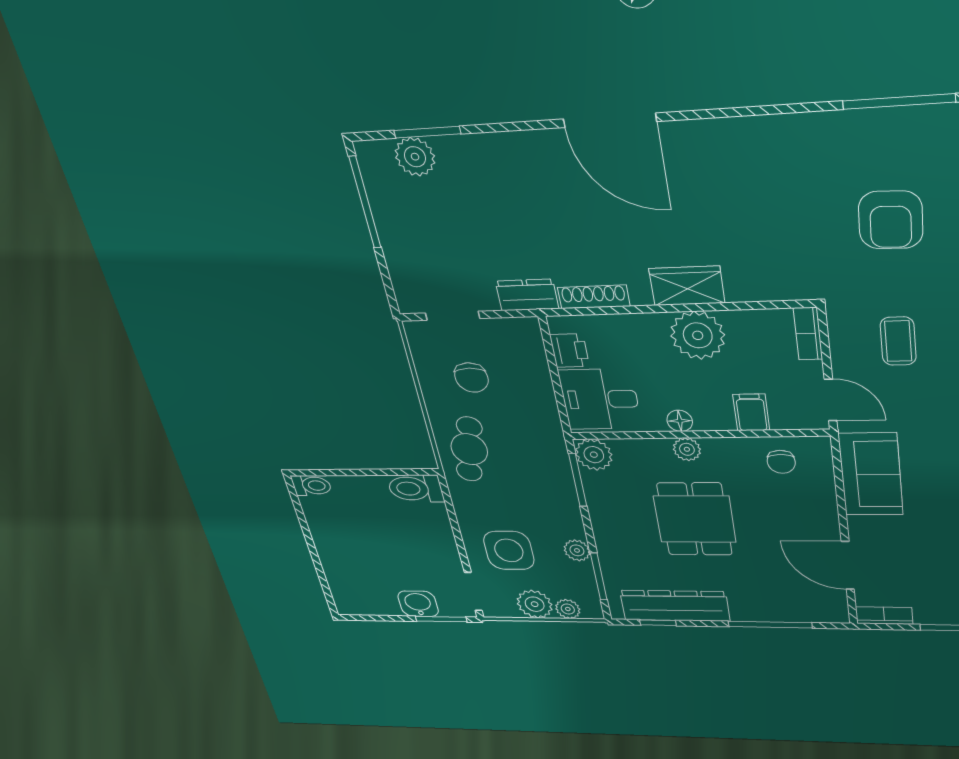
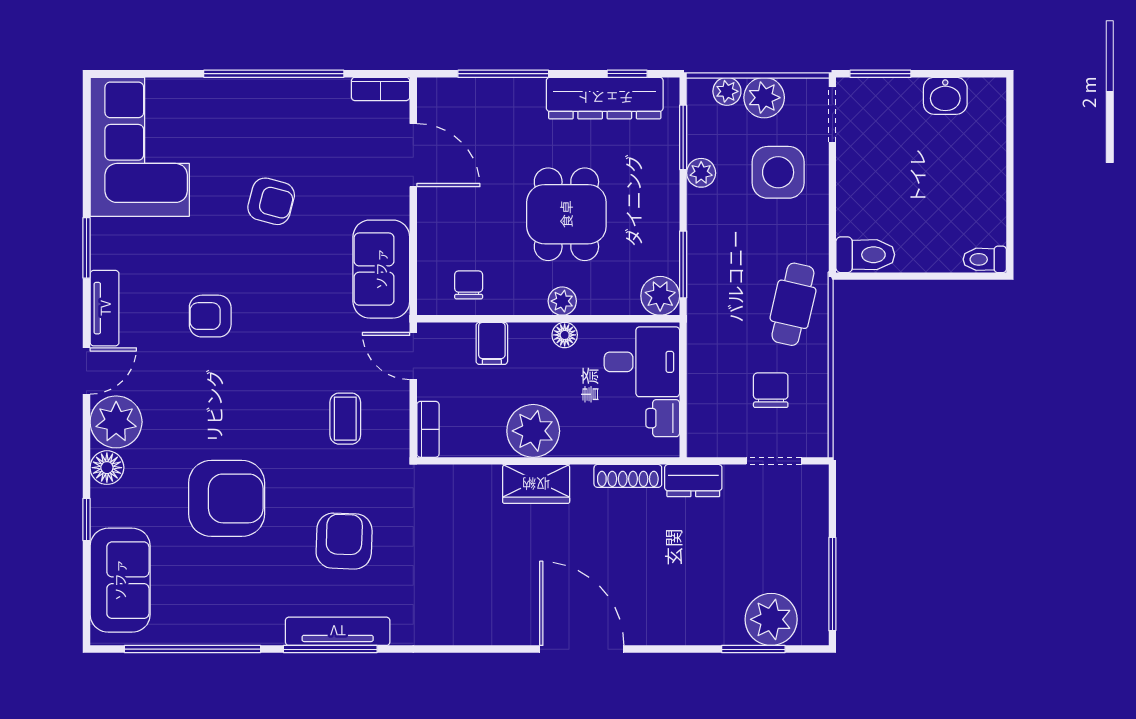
tv unit: (891, 122) -> (338, 631), added
plant: (415, 157) -> (771, 619), width x1.36, depth x1.36
washbasin: (418, 604) -> (945, 96), moved

